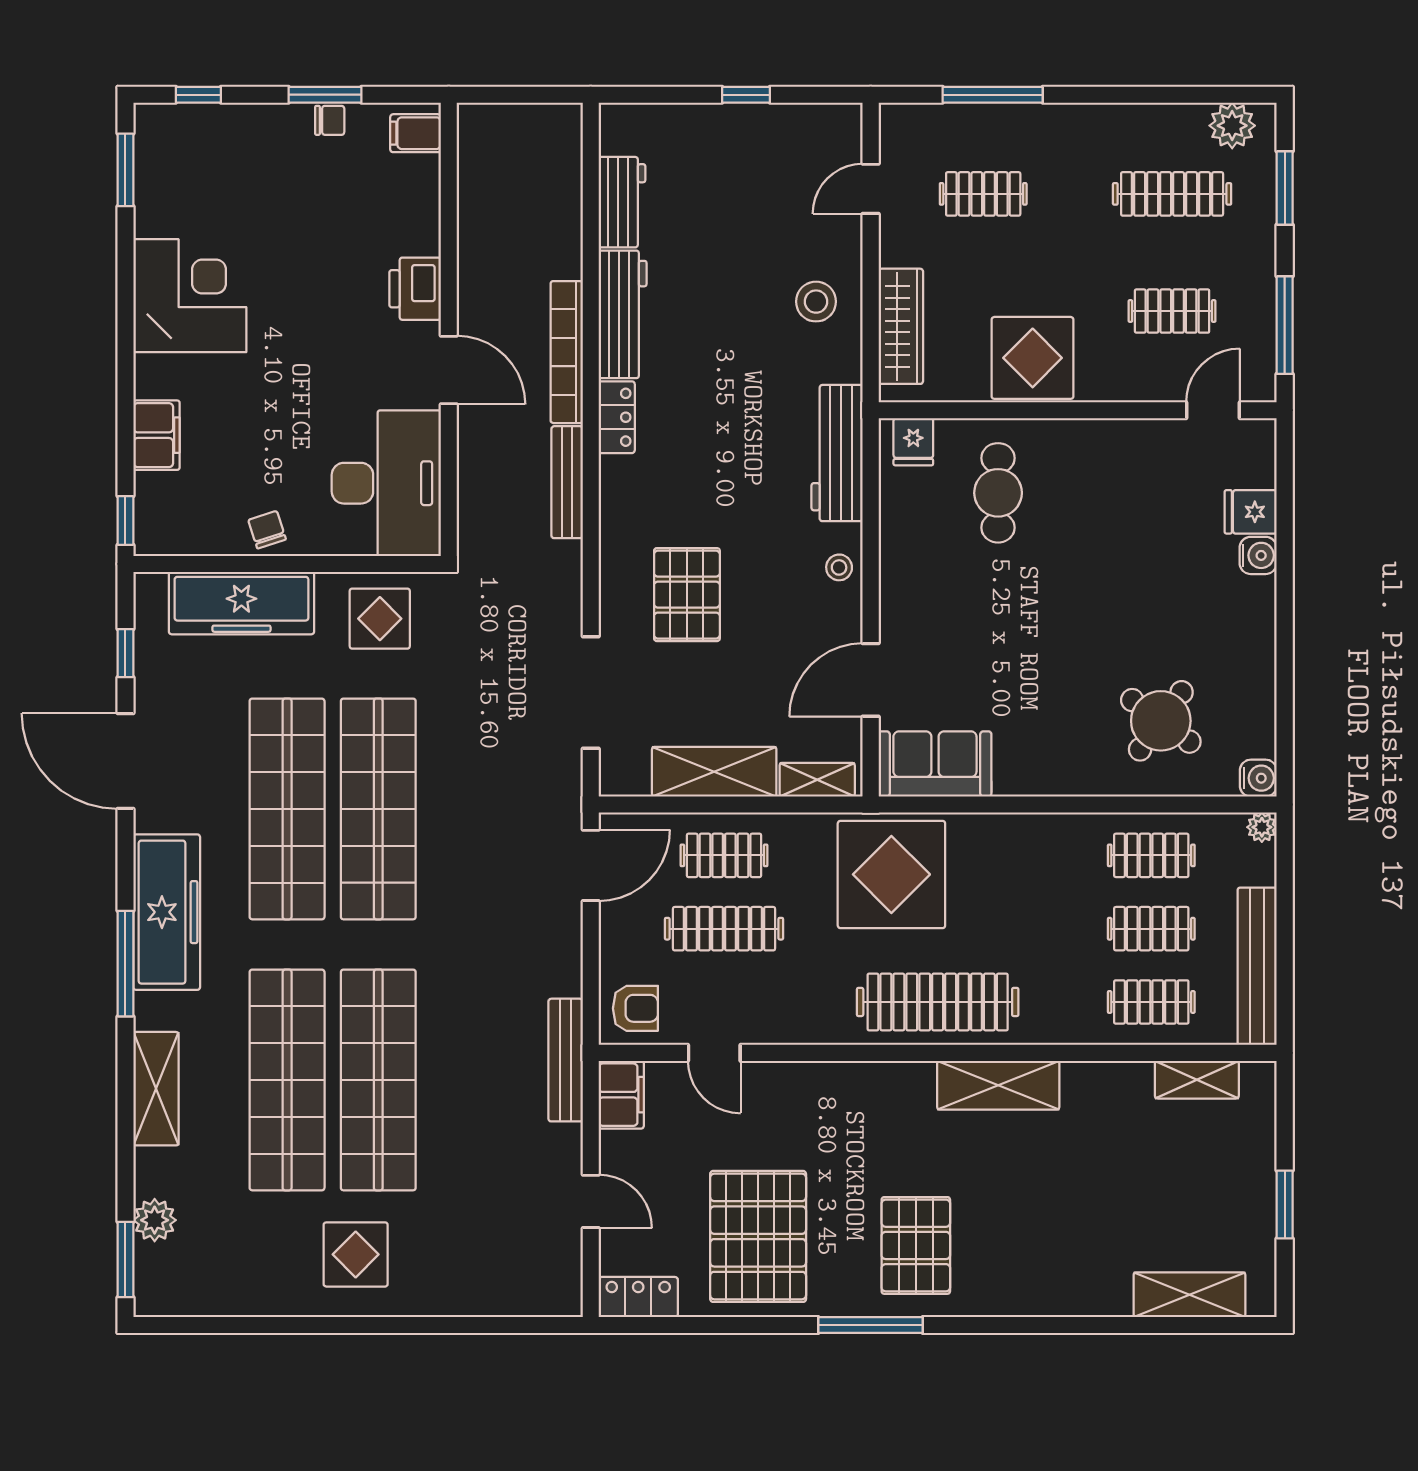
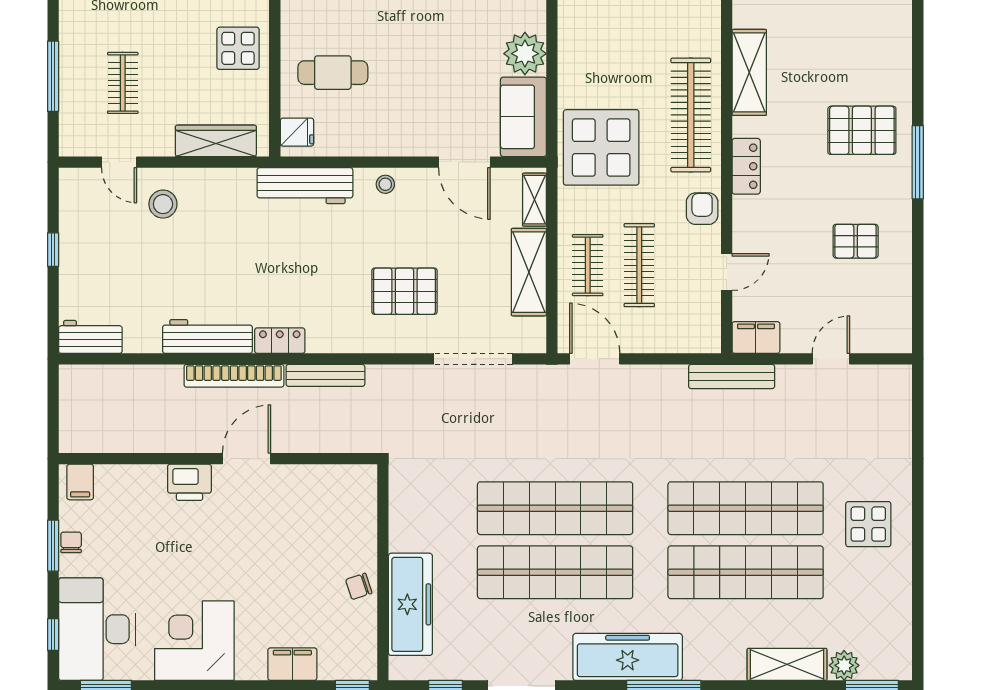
workbench: (622, 202) -> (90, 337), moved
stool: (816, 302) -> (163, 204), moved
display table: (1033, 358) -> (238, 48), width x0.73, depth x0.73
desk: (386, 483) -> (97, 629), moved, turned -90
display table: (380, 619) -> (421, 507), removed
plant: (1025, 766) -> (525, 54), added
armchair: (635, 1008) -> (702, 209), moved
shelving: (156, 1089) -> (787, 664), moved
pallet: (758, 1236) -> (856, 241), width x0.49, depth x0.50
locker: (638, 1297) -> (746, 166), moved, turned 180

